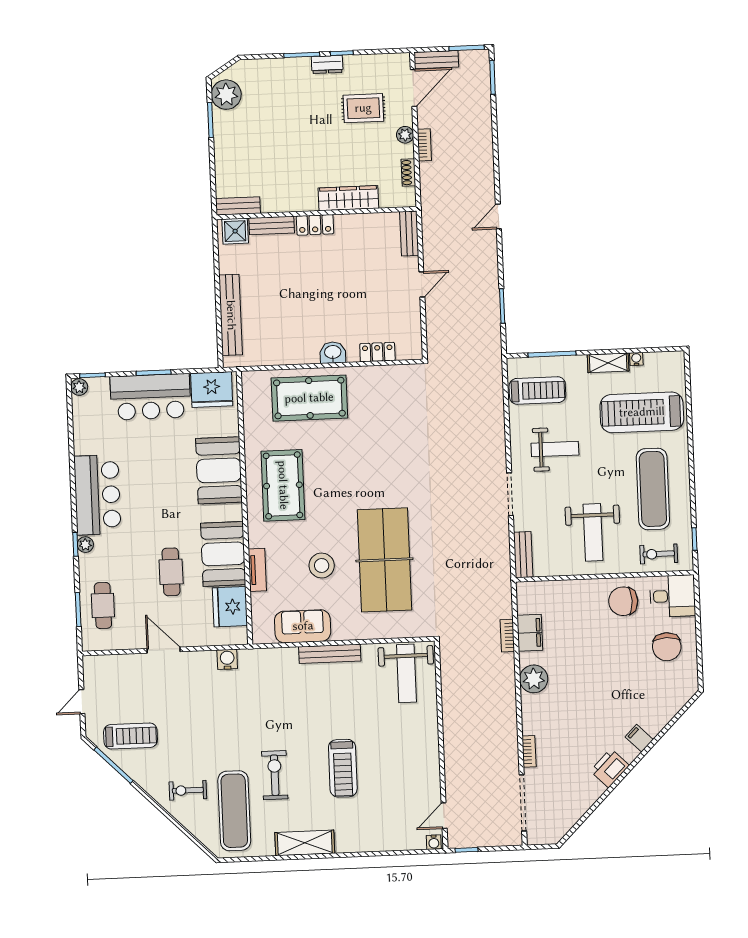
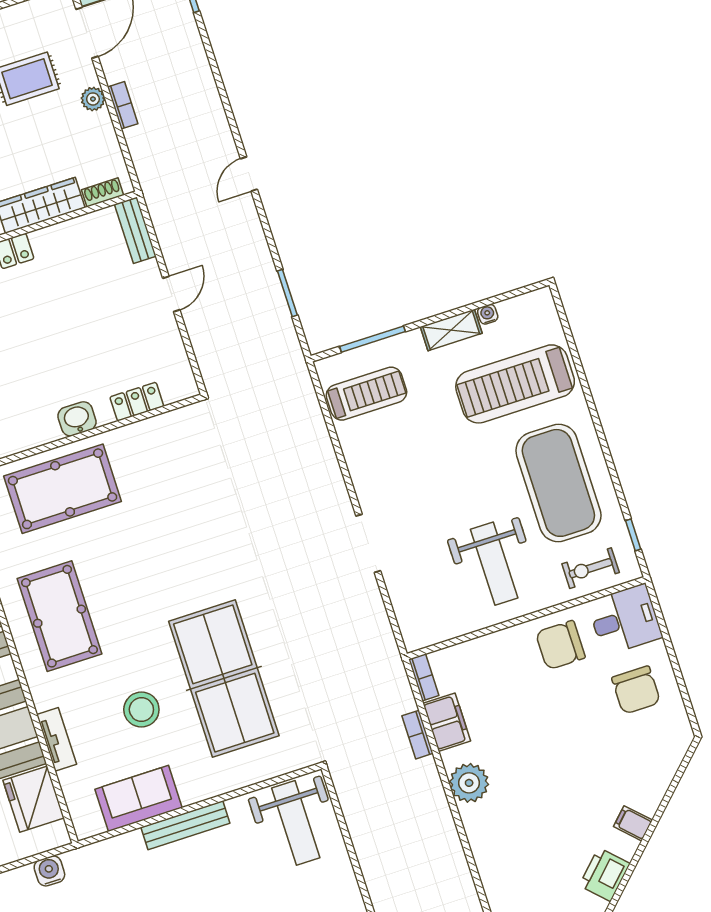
shoe rack: (408, 172) -> (102, 192), moved, turned 90
weight bench: (555, 449) -> (412, 466), removed
exercise mat: (653, 489) -> (558, 483), width x1.47
bench: (523, 555) -> (409, 620), removed
bookcase: (529, 751) -> (424, 677), moved

